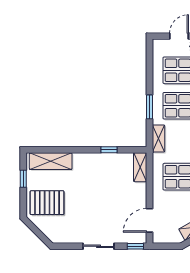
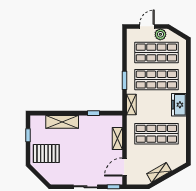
shelving: (51, 161) -> (62, 122), moved
shelving: (140, 167) -> (117, 138), moved

